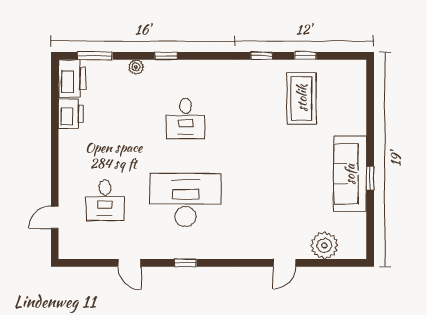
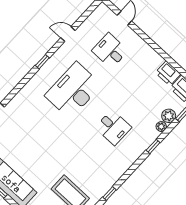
plant: (117, 70) -> (169, 116), added
desk: (186, 119) -> (113, 127), turned 180
desk: (186, 200) -> (73, 90), turned 180

